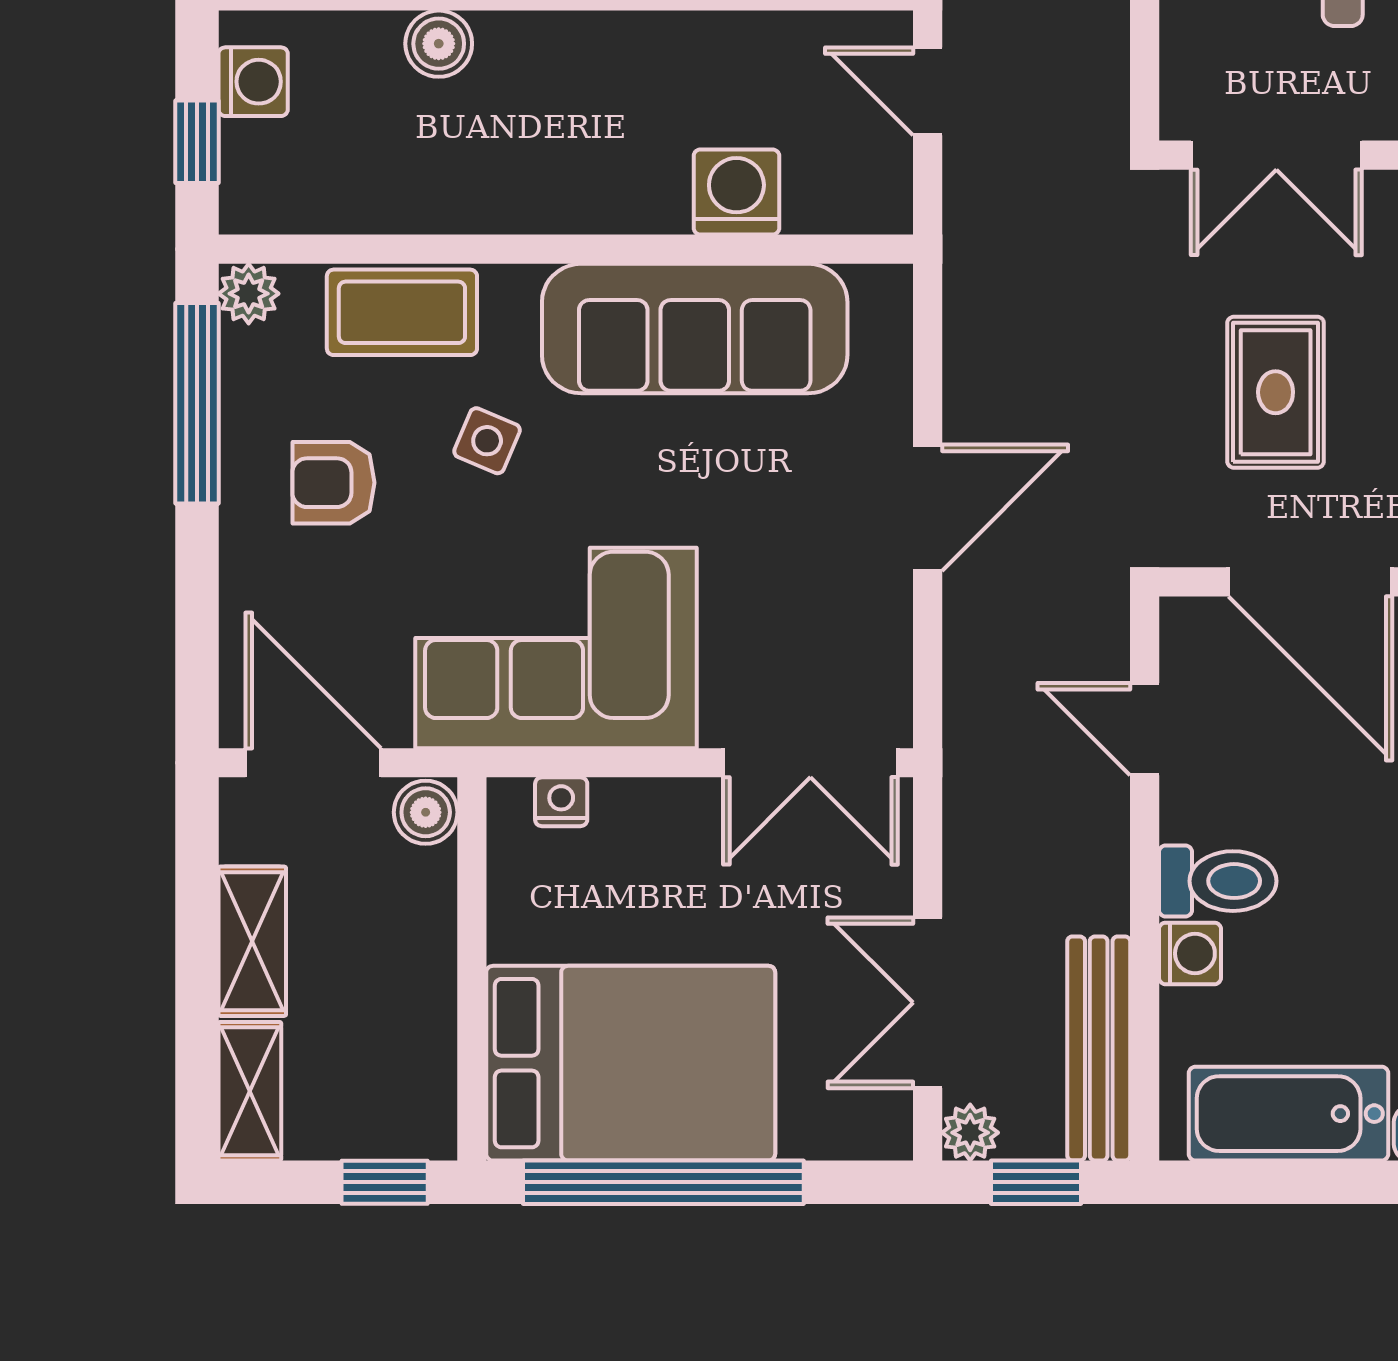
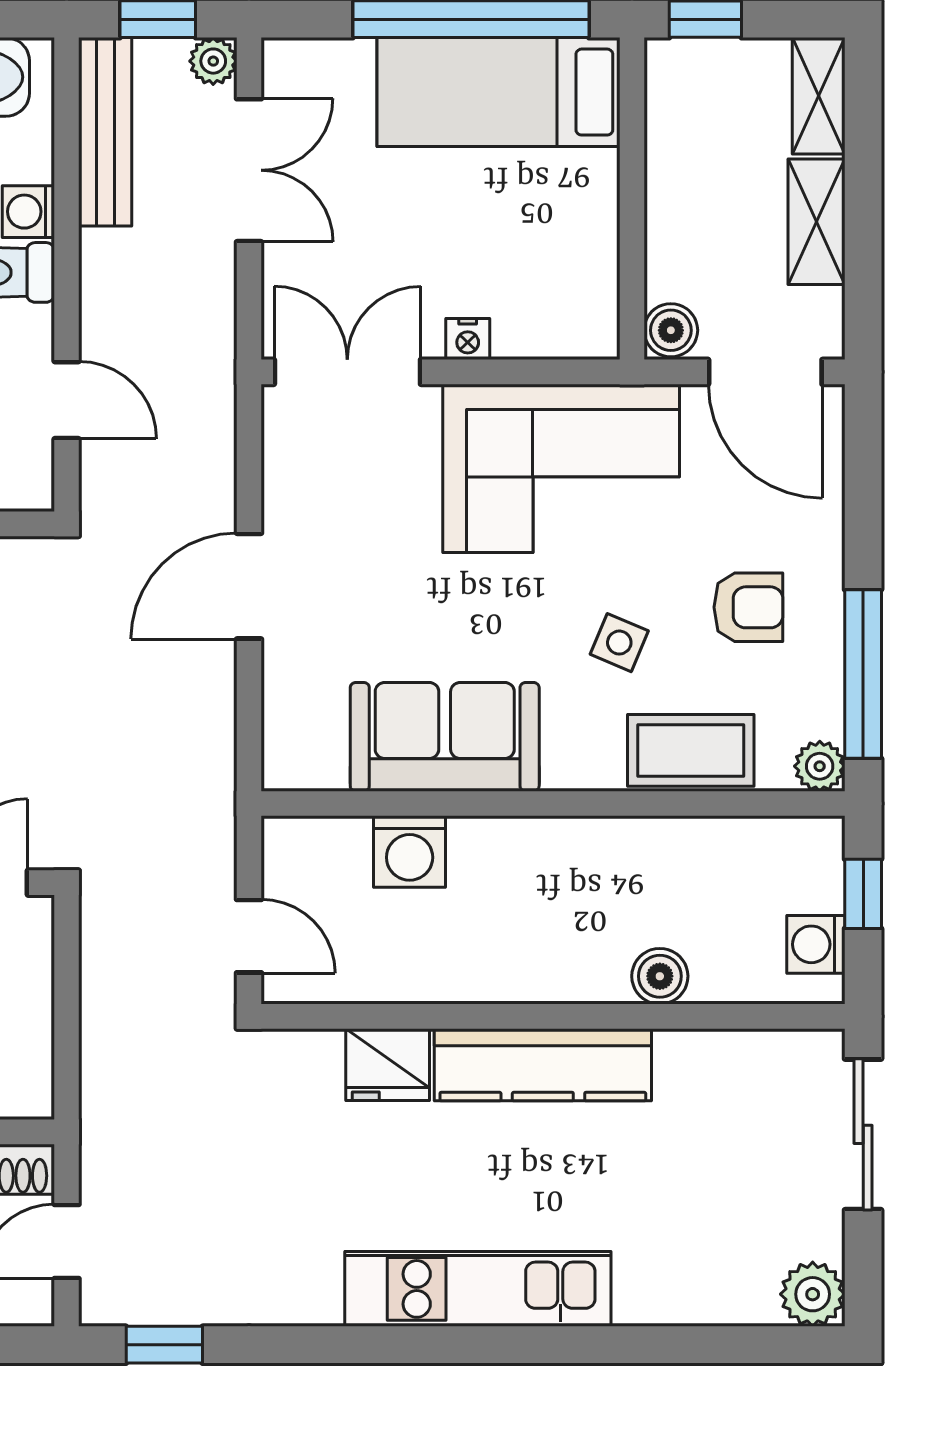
sofa: (695, 329) -> (445, 737), width x0.73
nightstand: (561, 802) -> (468, 339), moved
bed: (631, 1063) -> (499, 92), width x0.67

